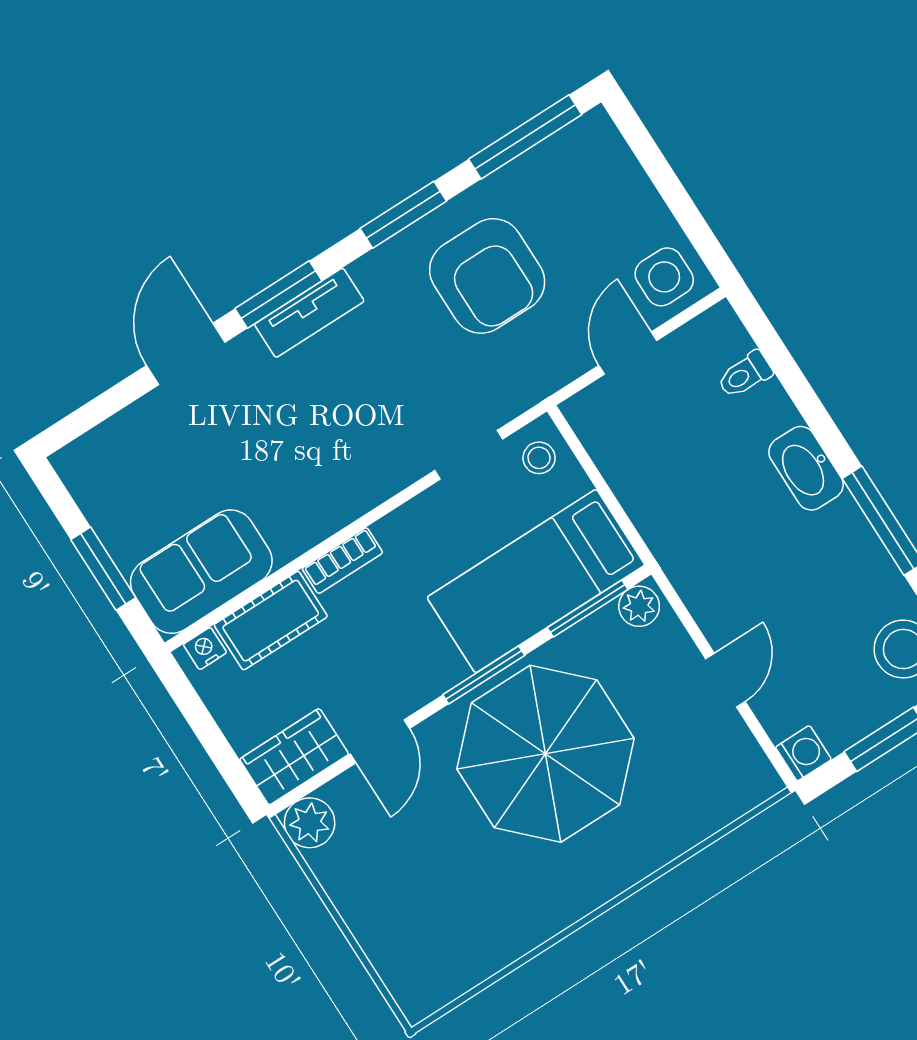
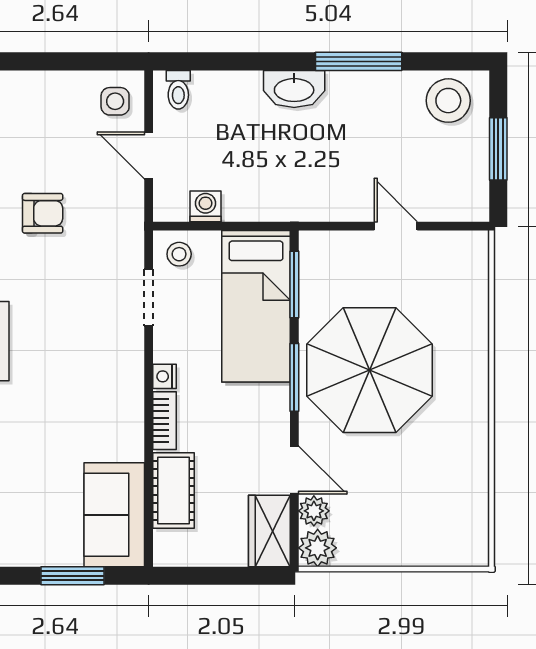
armchair: (487, 276) -> (43, 213), width x0.53, depth x0.53
side table: (664, 277) -> (115, 101), width x0.73, depth x0.73
toilet: (745, 375) -> (178, 90), moved
plant: (639, 606) -> (314, 511), moved
nightstand: (205, 649) -> (164, 376), moved
washing machine: (803, 753) -> (206, 206), moved

